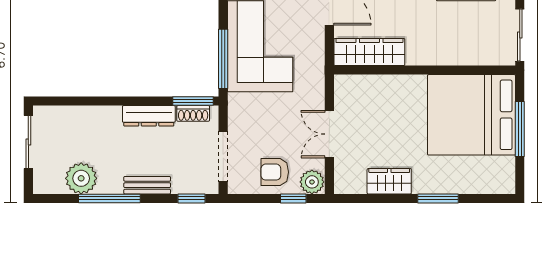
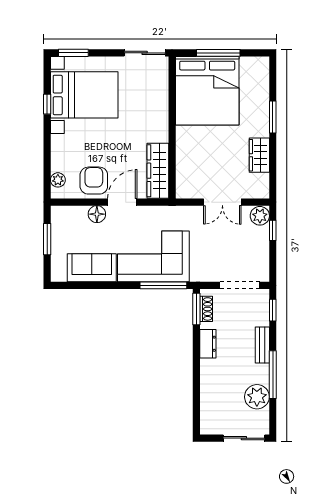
dresser: (149, 116) -> (208, 344), width x0.70
sliding door: (28, 142) -> (244, 438), moved
armchair: (275, 172) -> (252, 245), removed

